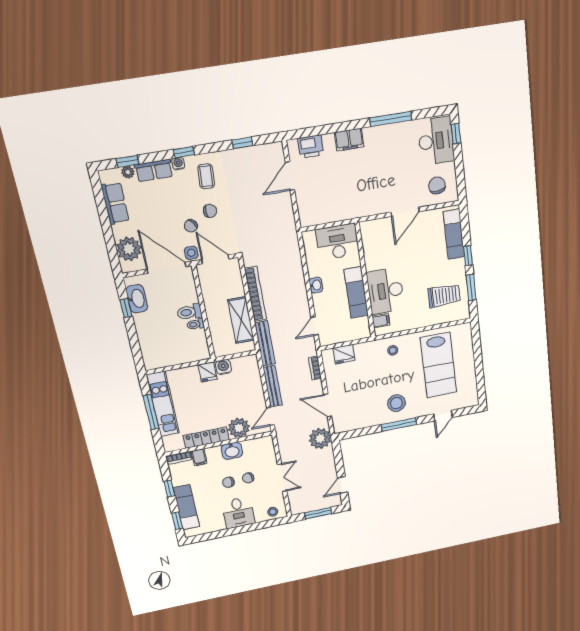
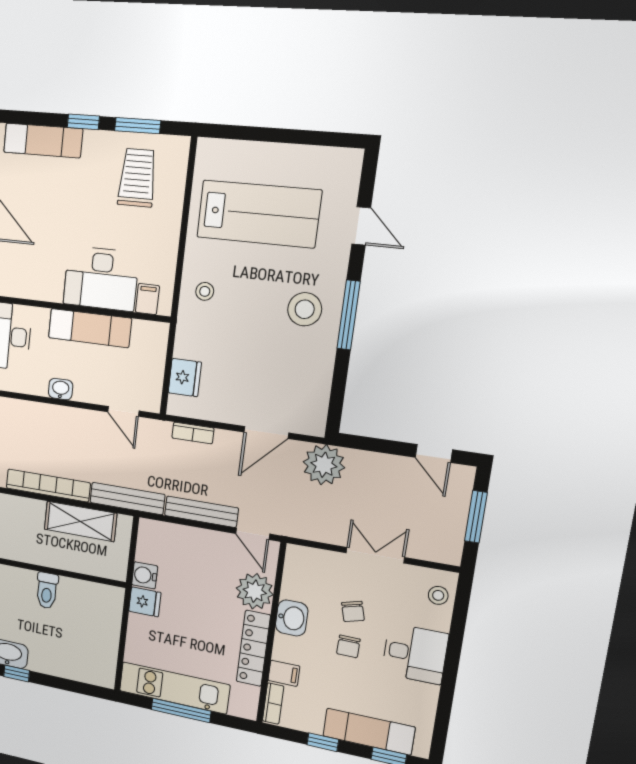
toilet: (196, 324) -> (67, 589), removed

